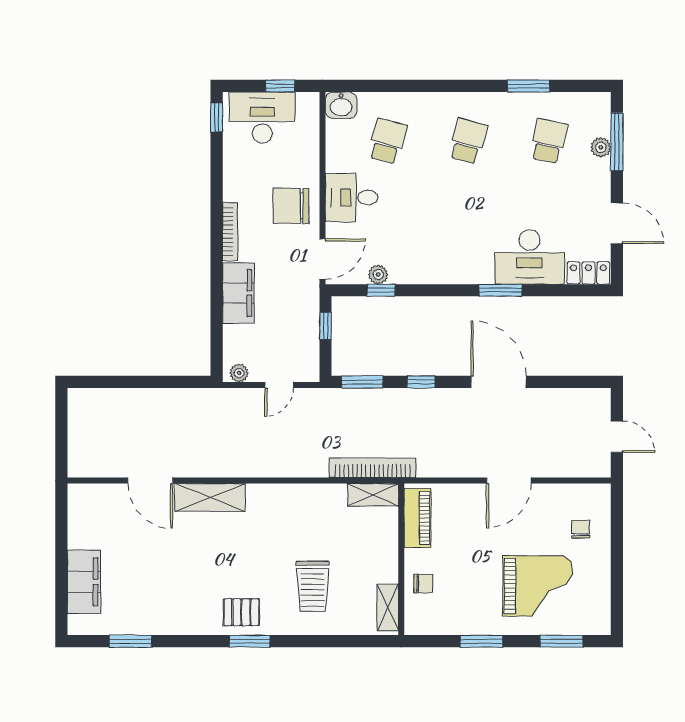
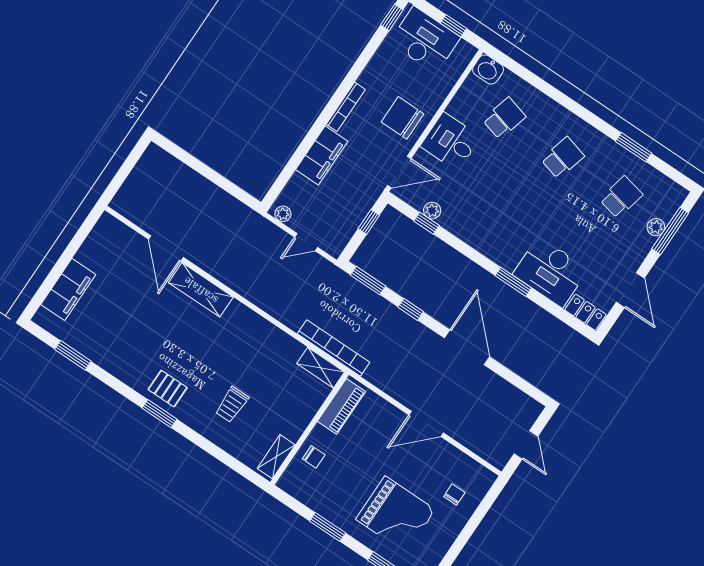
trolley: (312, 586) -> (232, 404), width x0.73, depth x0.72

